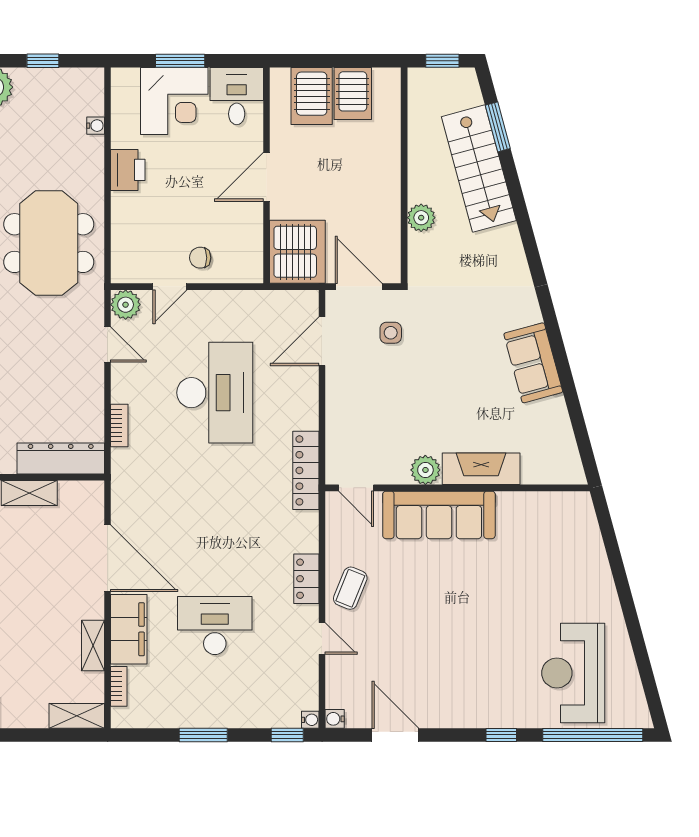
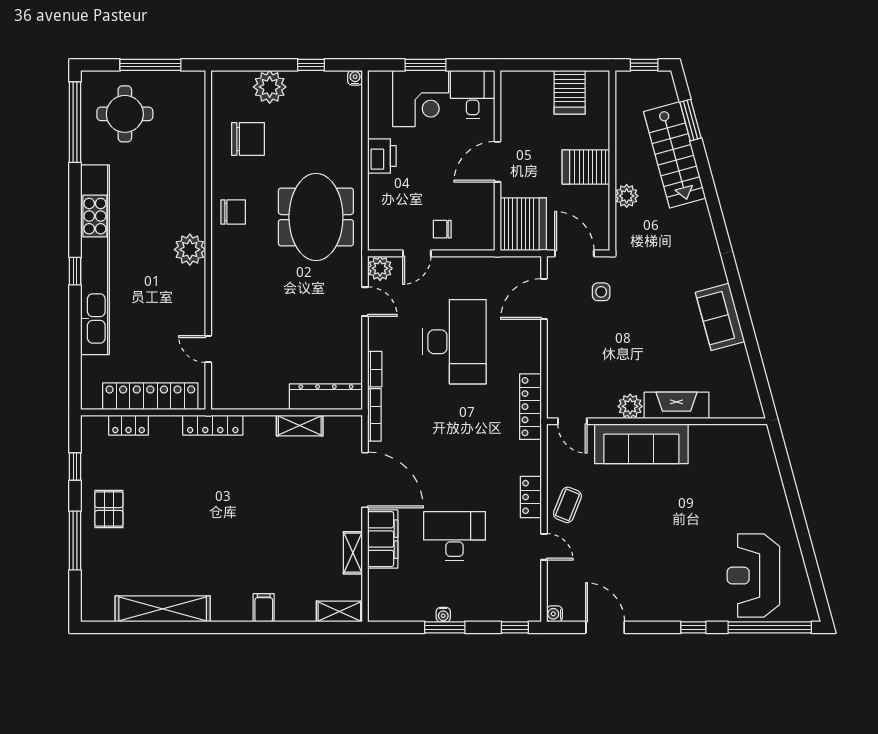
server rack: (312, 96) -> (586, 167), moved, turned 90
water cooler: (96, 126) -> (355, 78), moved, turned -90
bookcase: (119, 686) -> (374, 415), moved, width x1.56
water cooler: (310, 720) -> (443, 615), moved, turned 90

